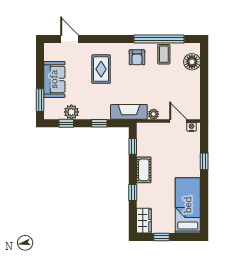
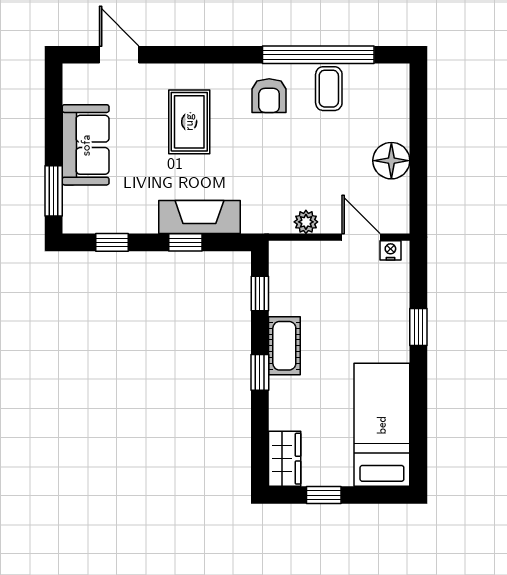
floor lamp: (192, 62) -> (391, 161), moved
plant: (71, 112) -> (123, 217), removed
fireplace: (129, 112) -> (199, 217), moved
window: (133, 193) -> (260, 372), moved

